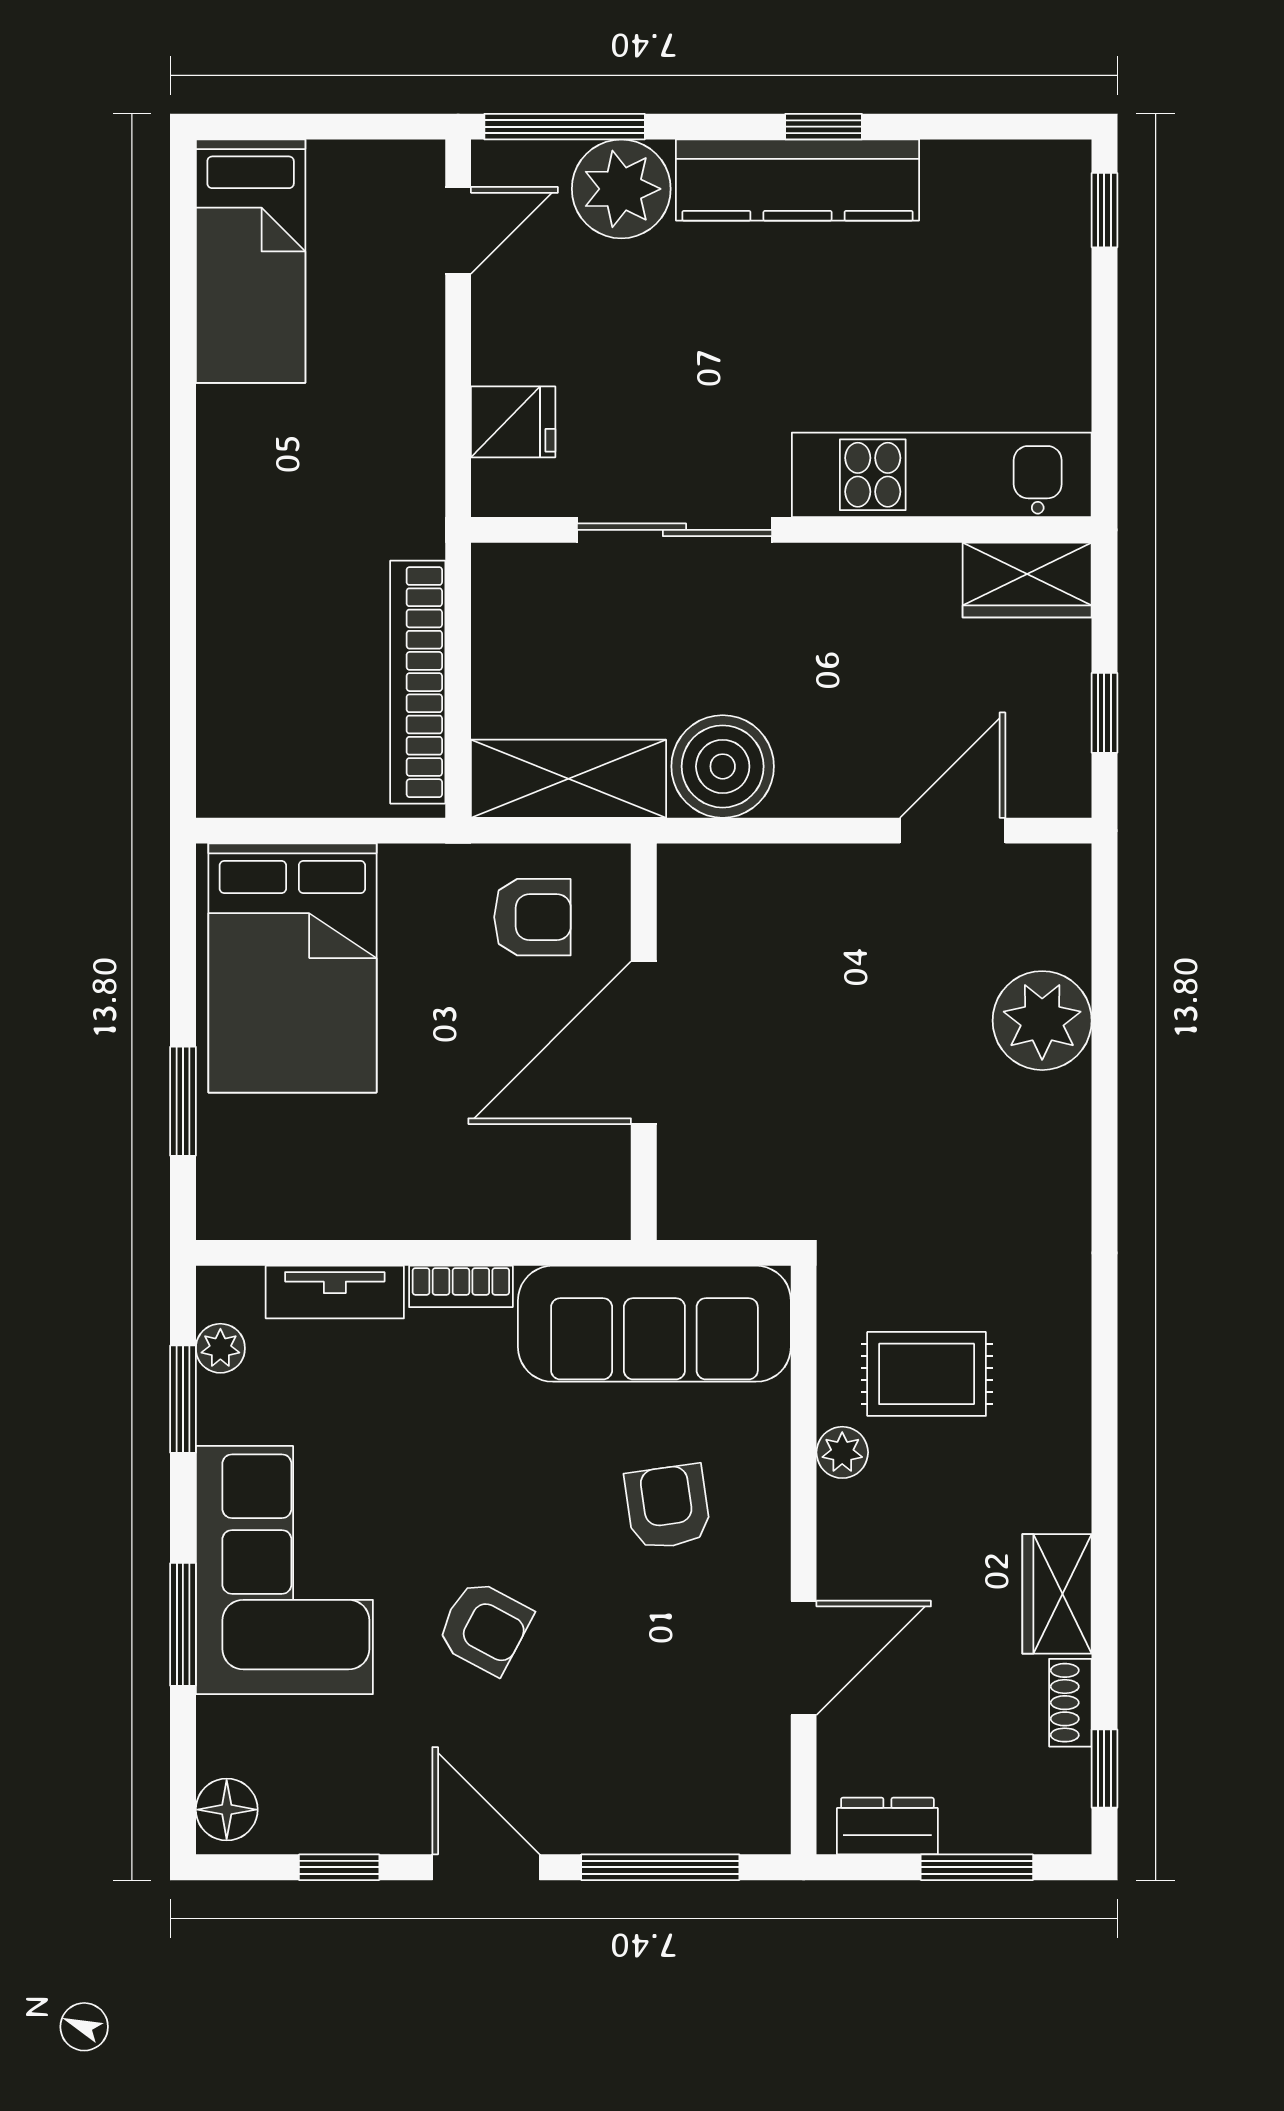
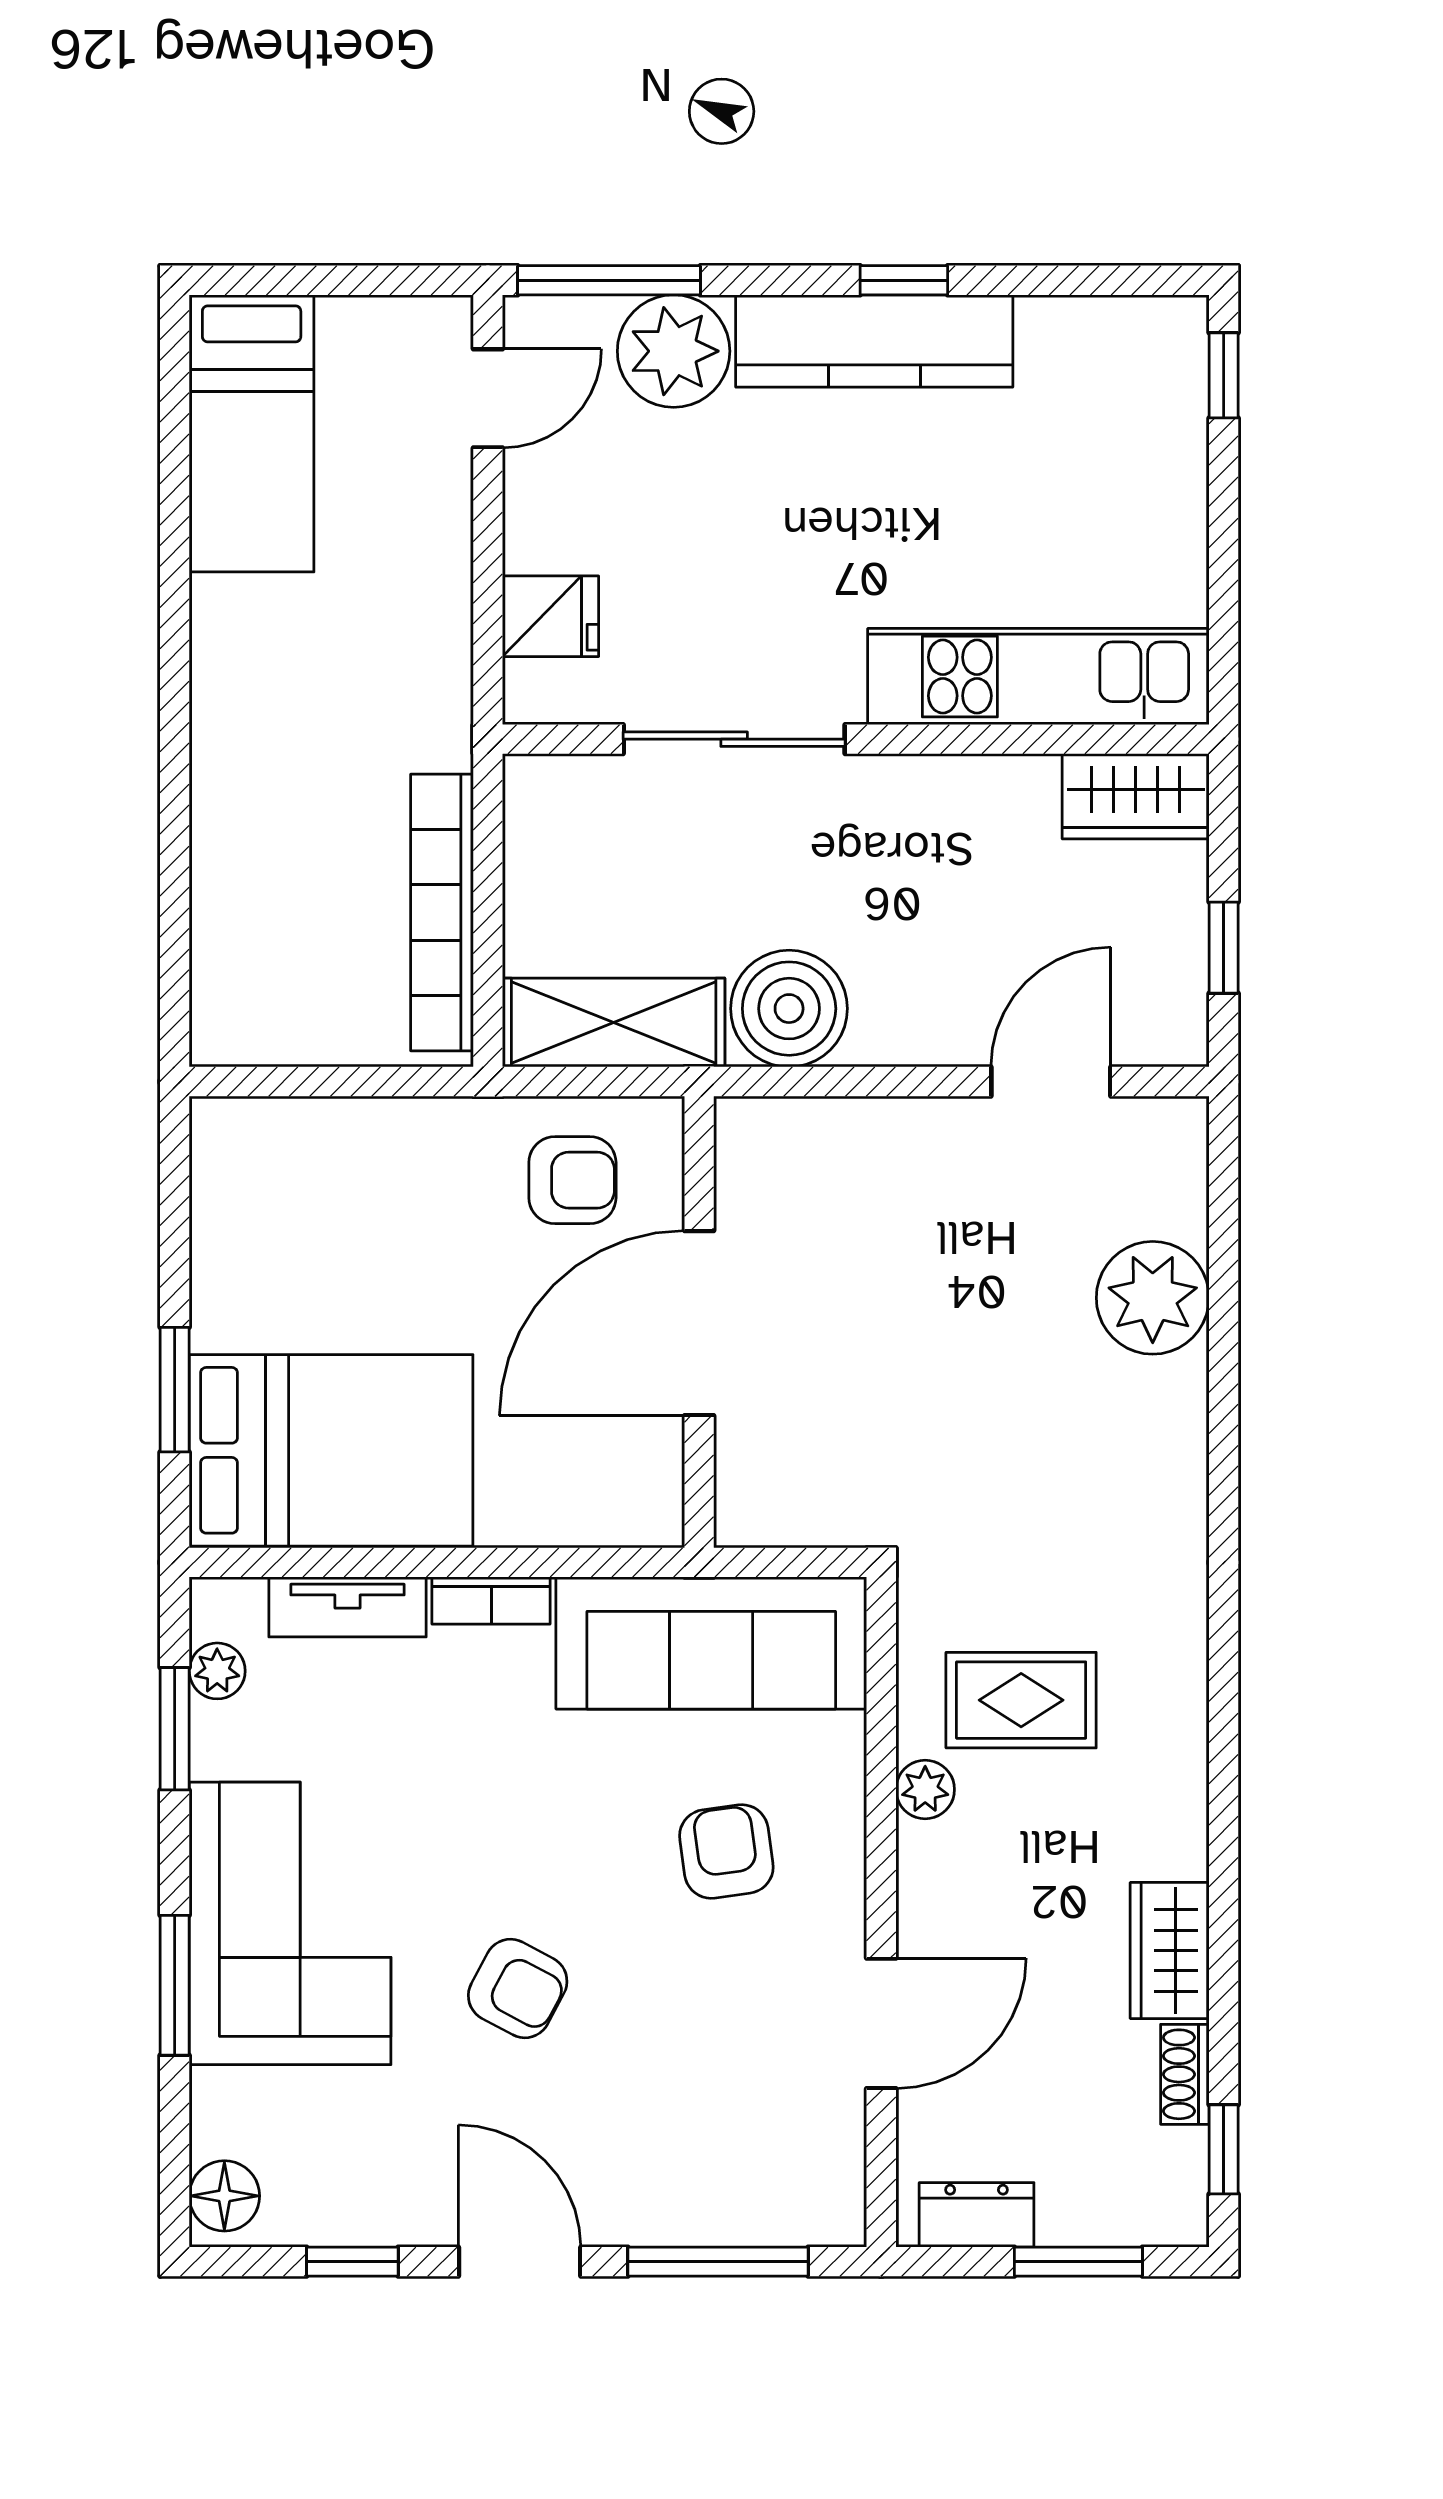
bed: (292, 968) -> (331, 1450), moved, turned -90

